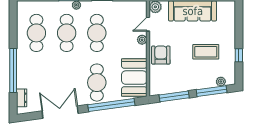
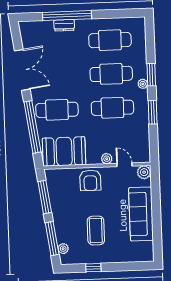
armchair: (161, 55) -> (90, 180), turned 90
dresser: (22, 98) -> (64, 25), moved

